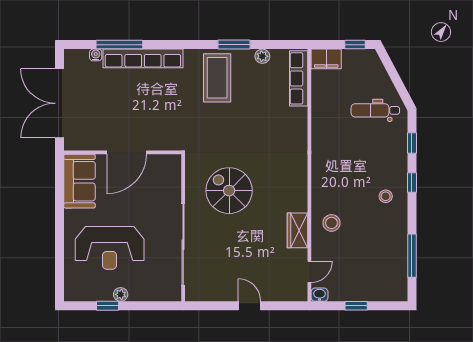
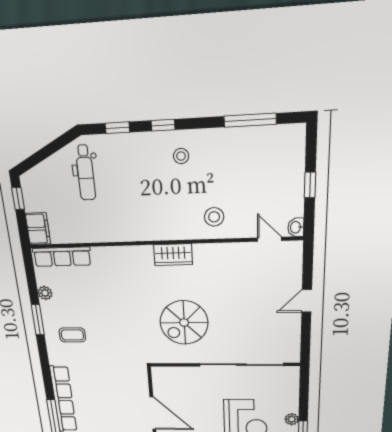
coffee table: (217, 78) -> (72, 335), width x0.54, depth x0.58
wardrobe: (297, 230) -> (173, 255), moved

